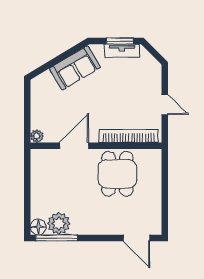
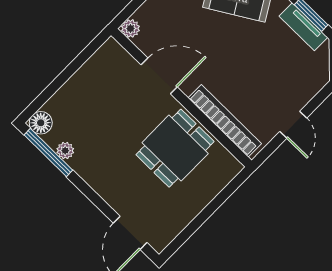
plant: (59, 224) -> (65, 151), width x0.53, depth x0.53

